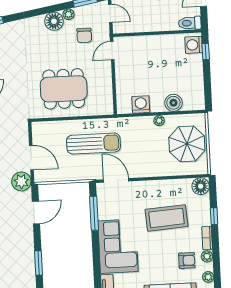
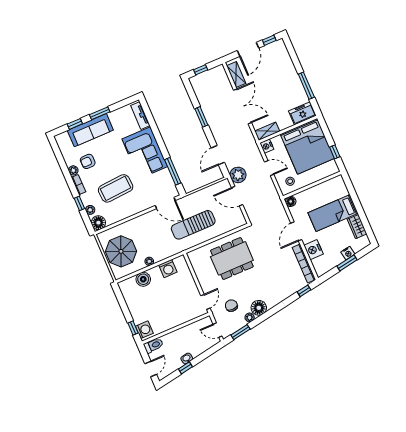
plant: (208, 277) -> (90, 210), moved

